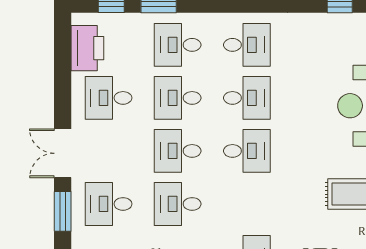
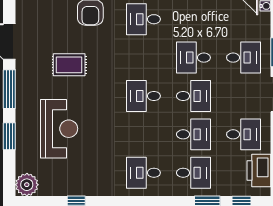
desk: (247, 98) -> (143, 134), removed
desk: (178, 204) -> (193, 58), turned 180

